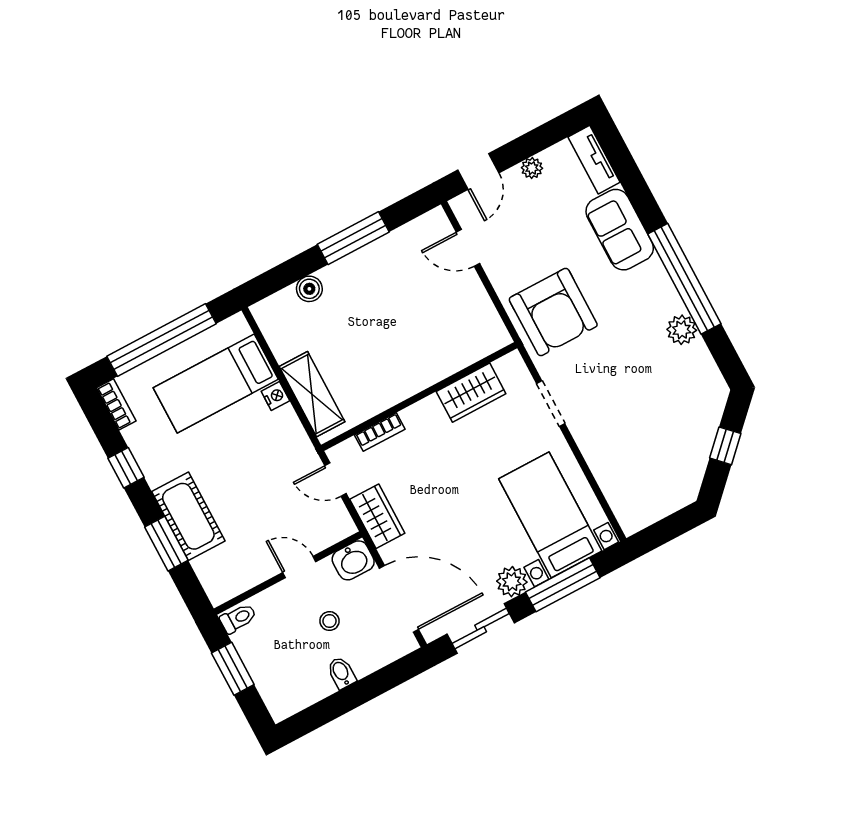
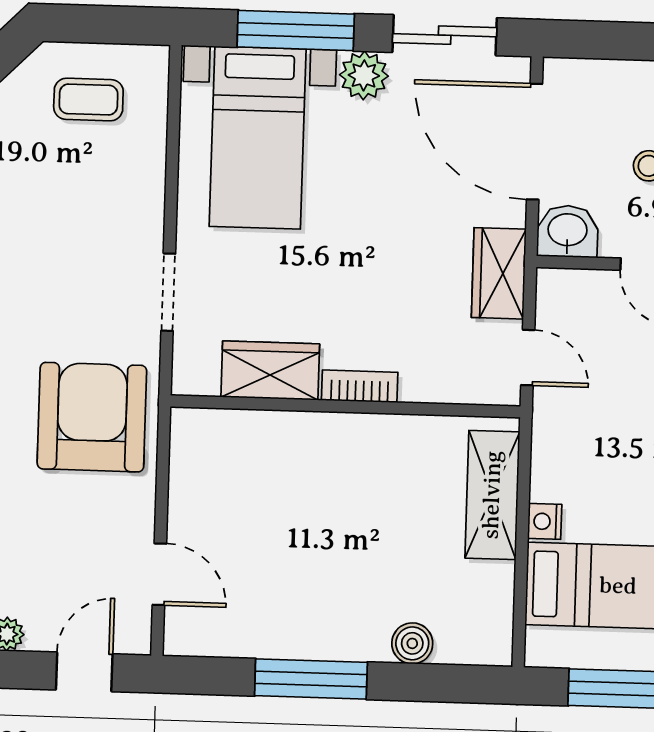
bookcase: (380, 432) -> (360, 386), moved
coffee table: (654, 483) -> (88, 99), added

